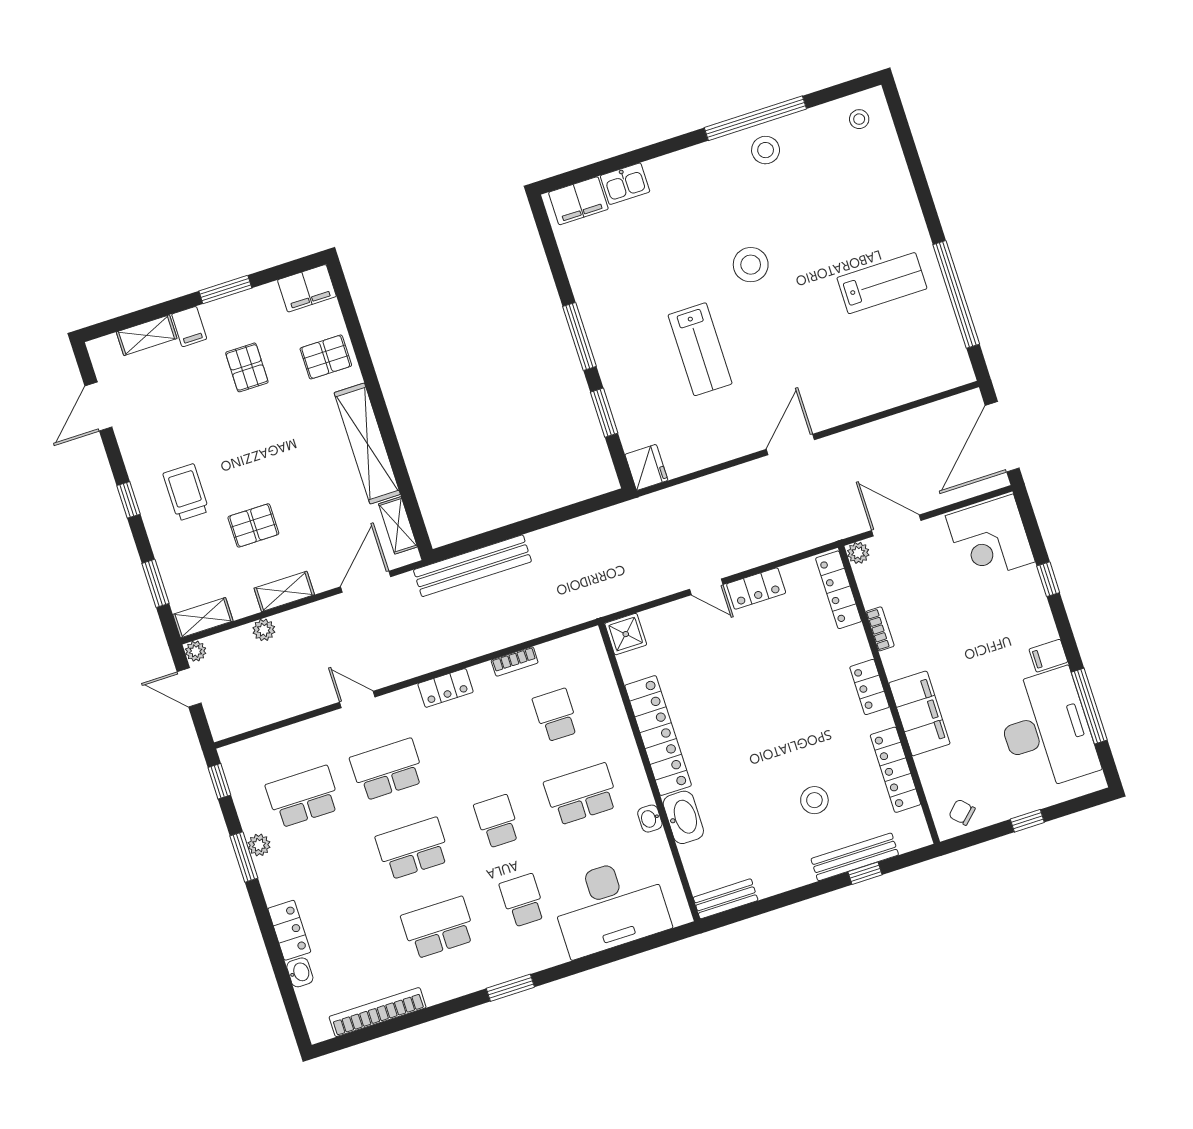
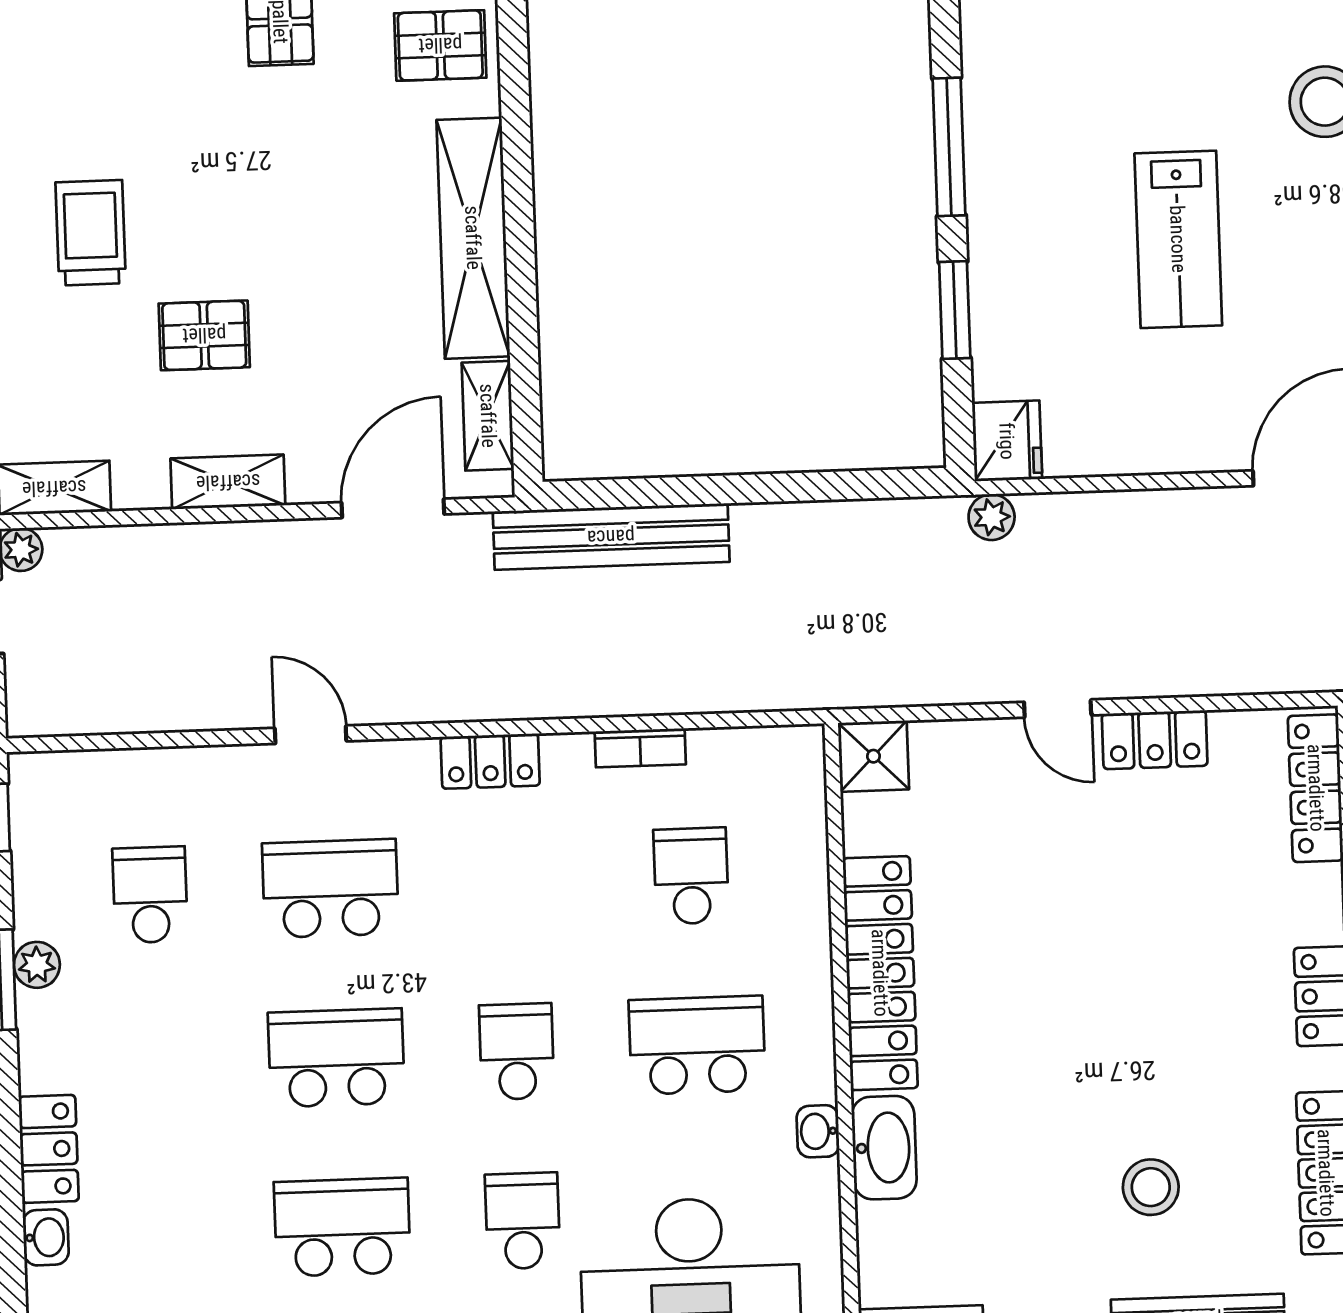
plant: (264, 630) -> (992, 517), moved
school desk: (303, 797) -> (150, 895), width x0.54

